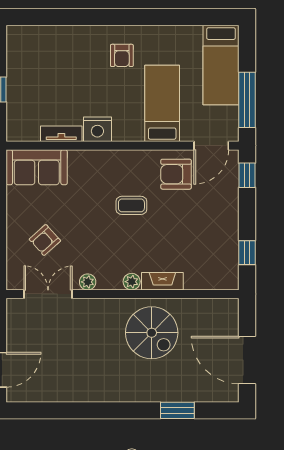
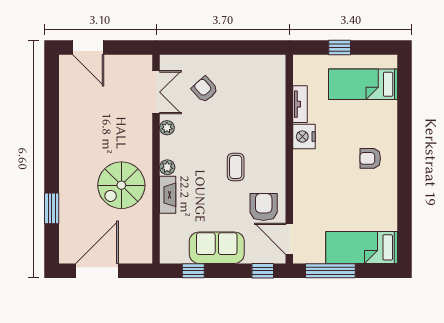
bed: (162, 103) -> (363, 84), moved, turned 180
sofa: (37, 167) -> (217, 248), moved, turned 90

